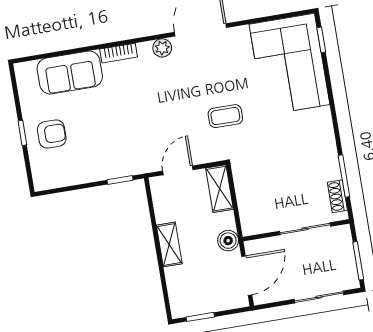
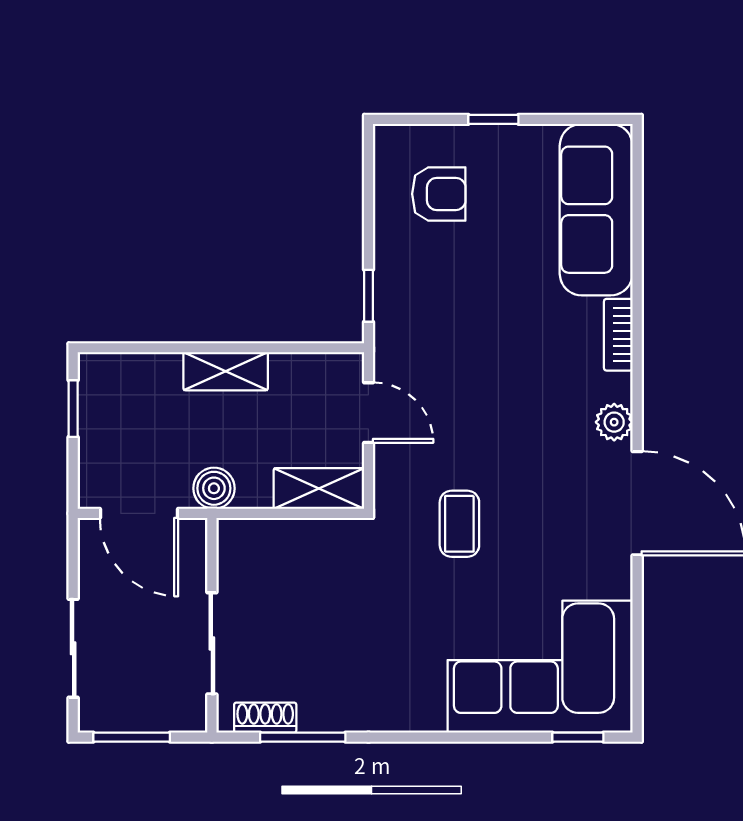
sofa: (70, 73) -> (596, 210), width x1.36
armchair: (52, 134) -> (439, 194), moved, turned -90

